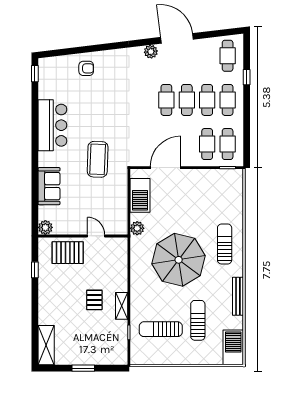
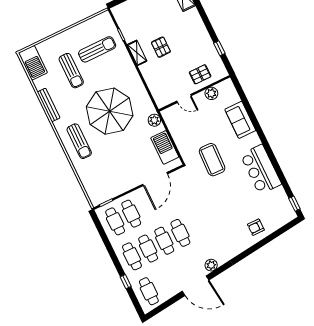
plant: (45, 227) -> (211, 93), moved
pallet: (68, 253) -> (200, 74), width x0.67, depth x0.71

